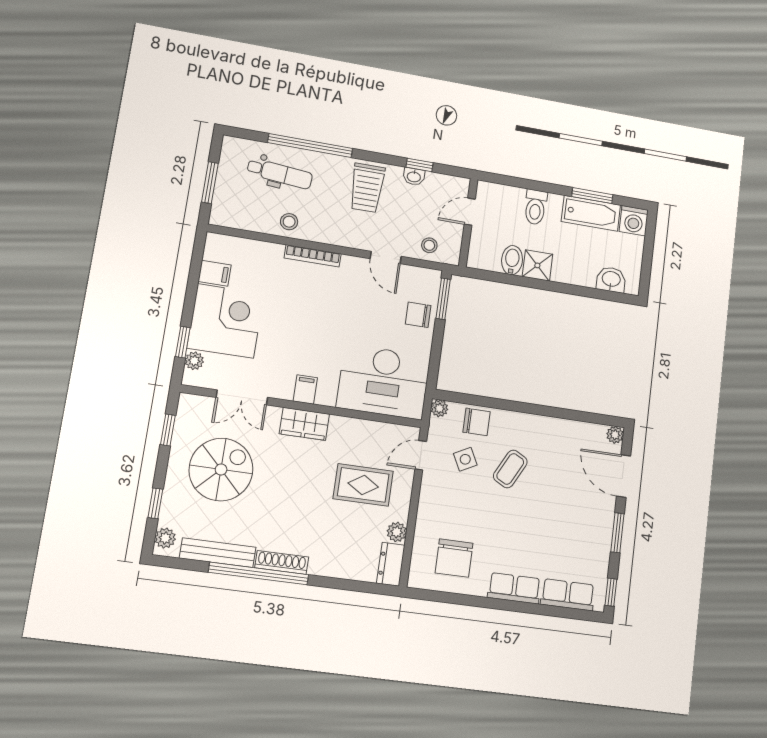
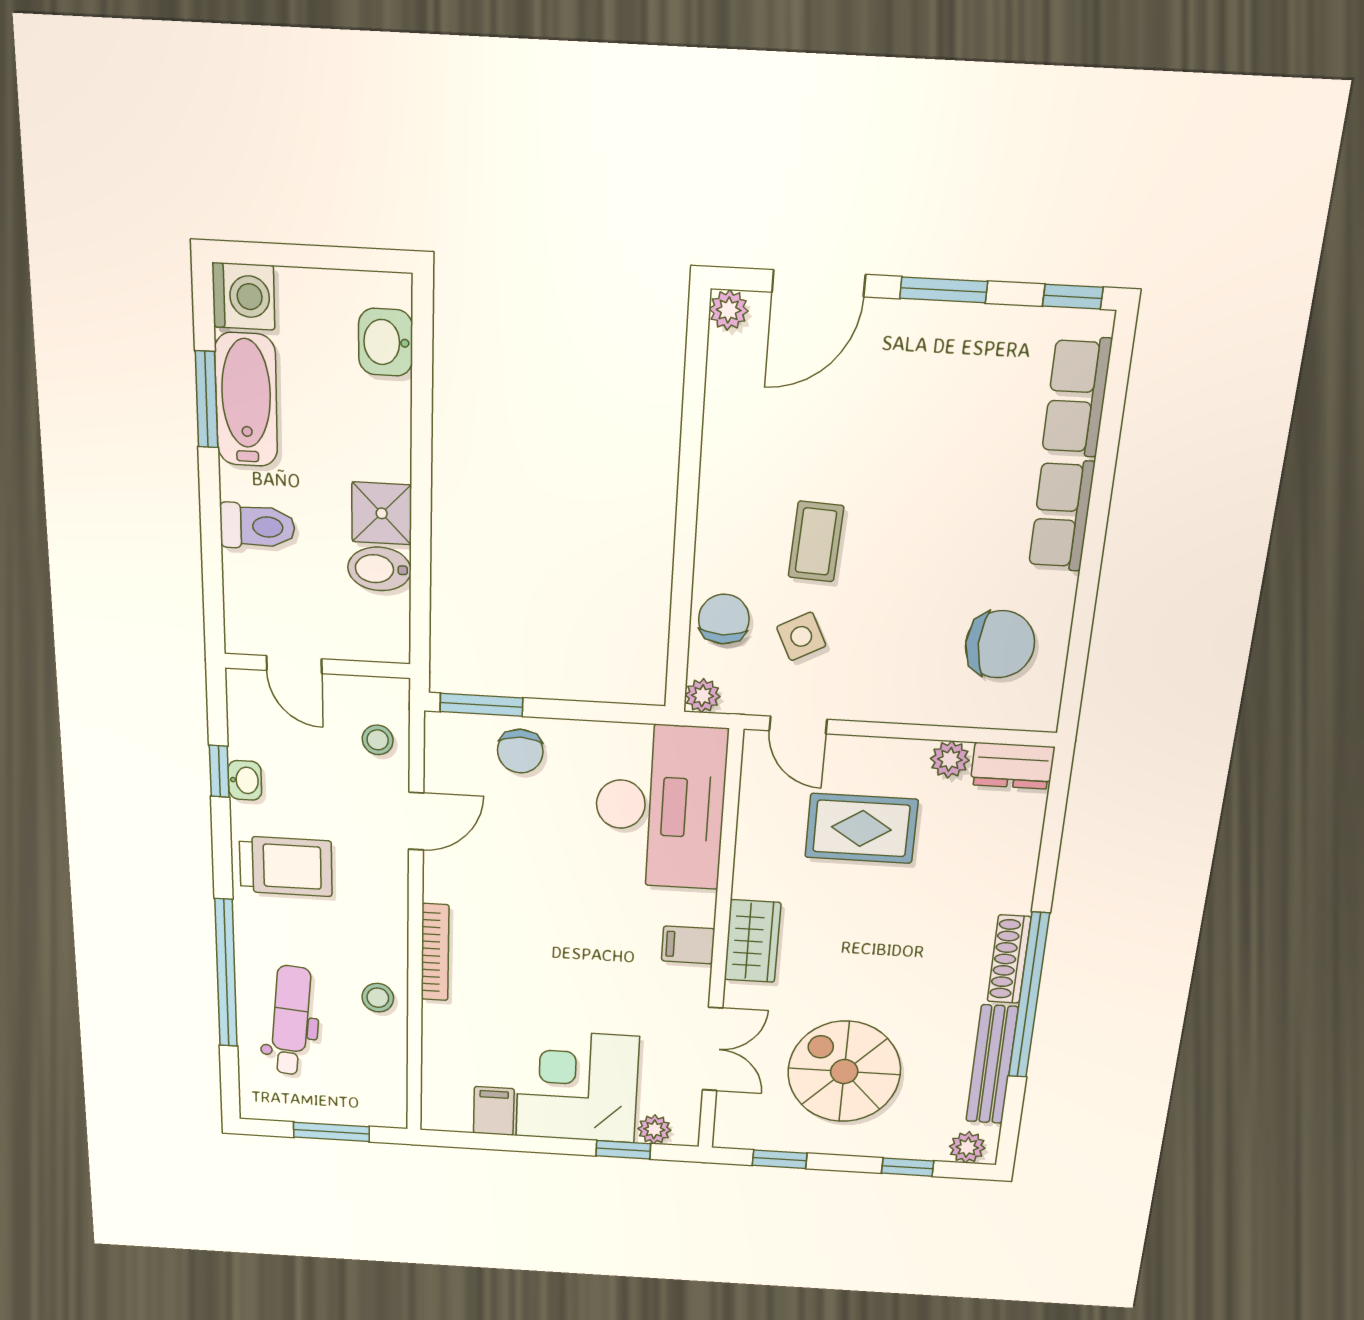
coffee table: (510, 469) -> (816, 541), turned 65
rug: (363, 485) -> (861, 828), turned 90

